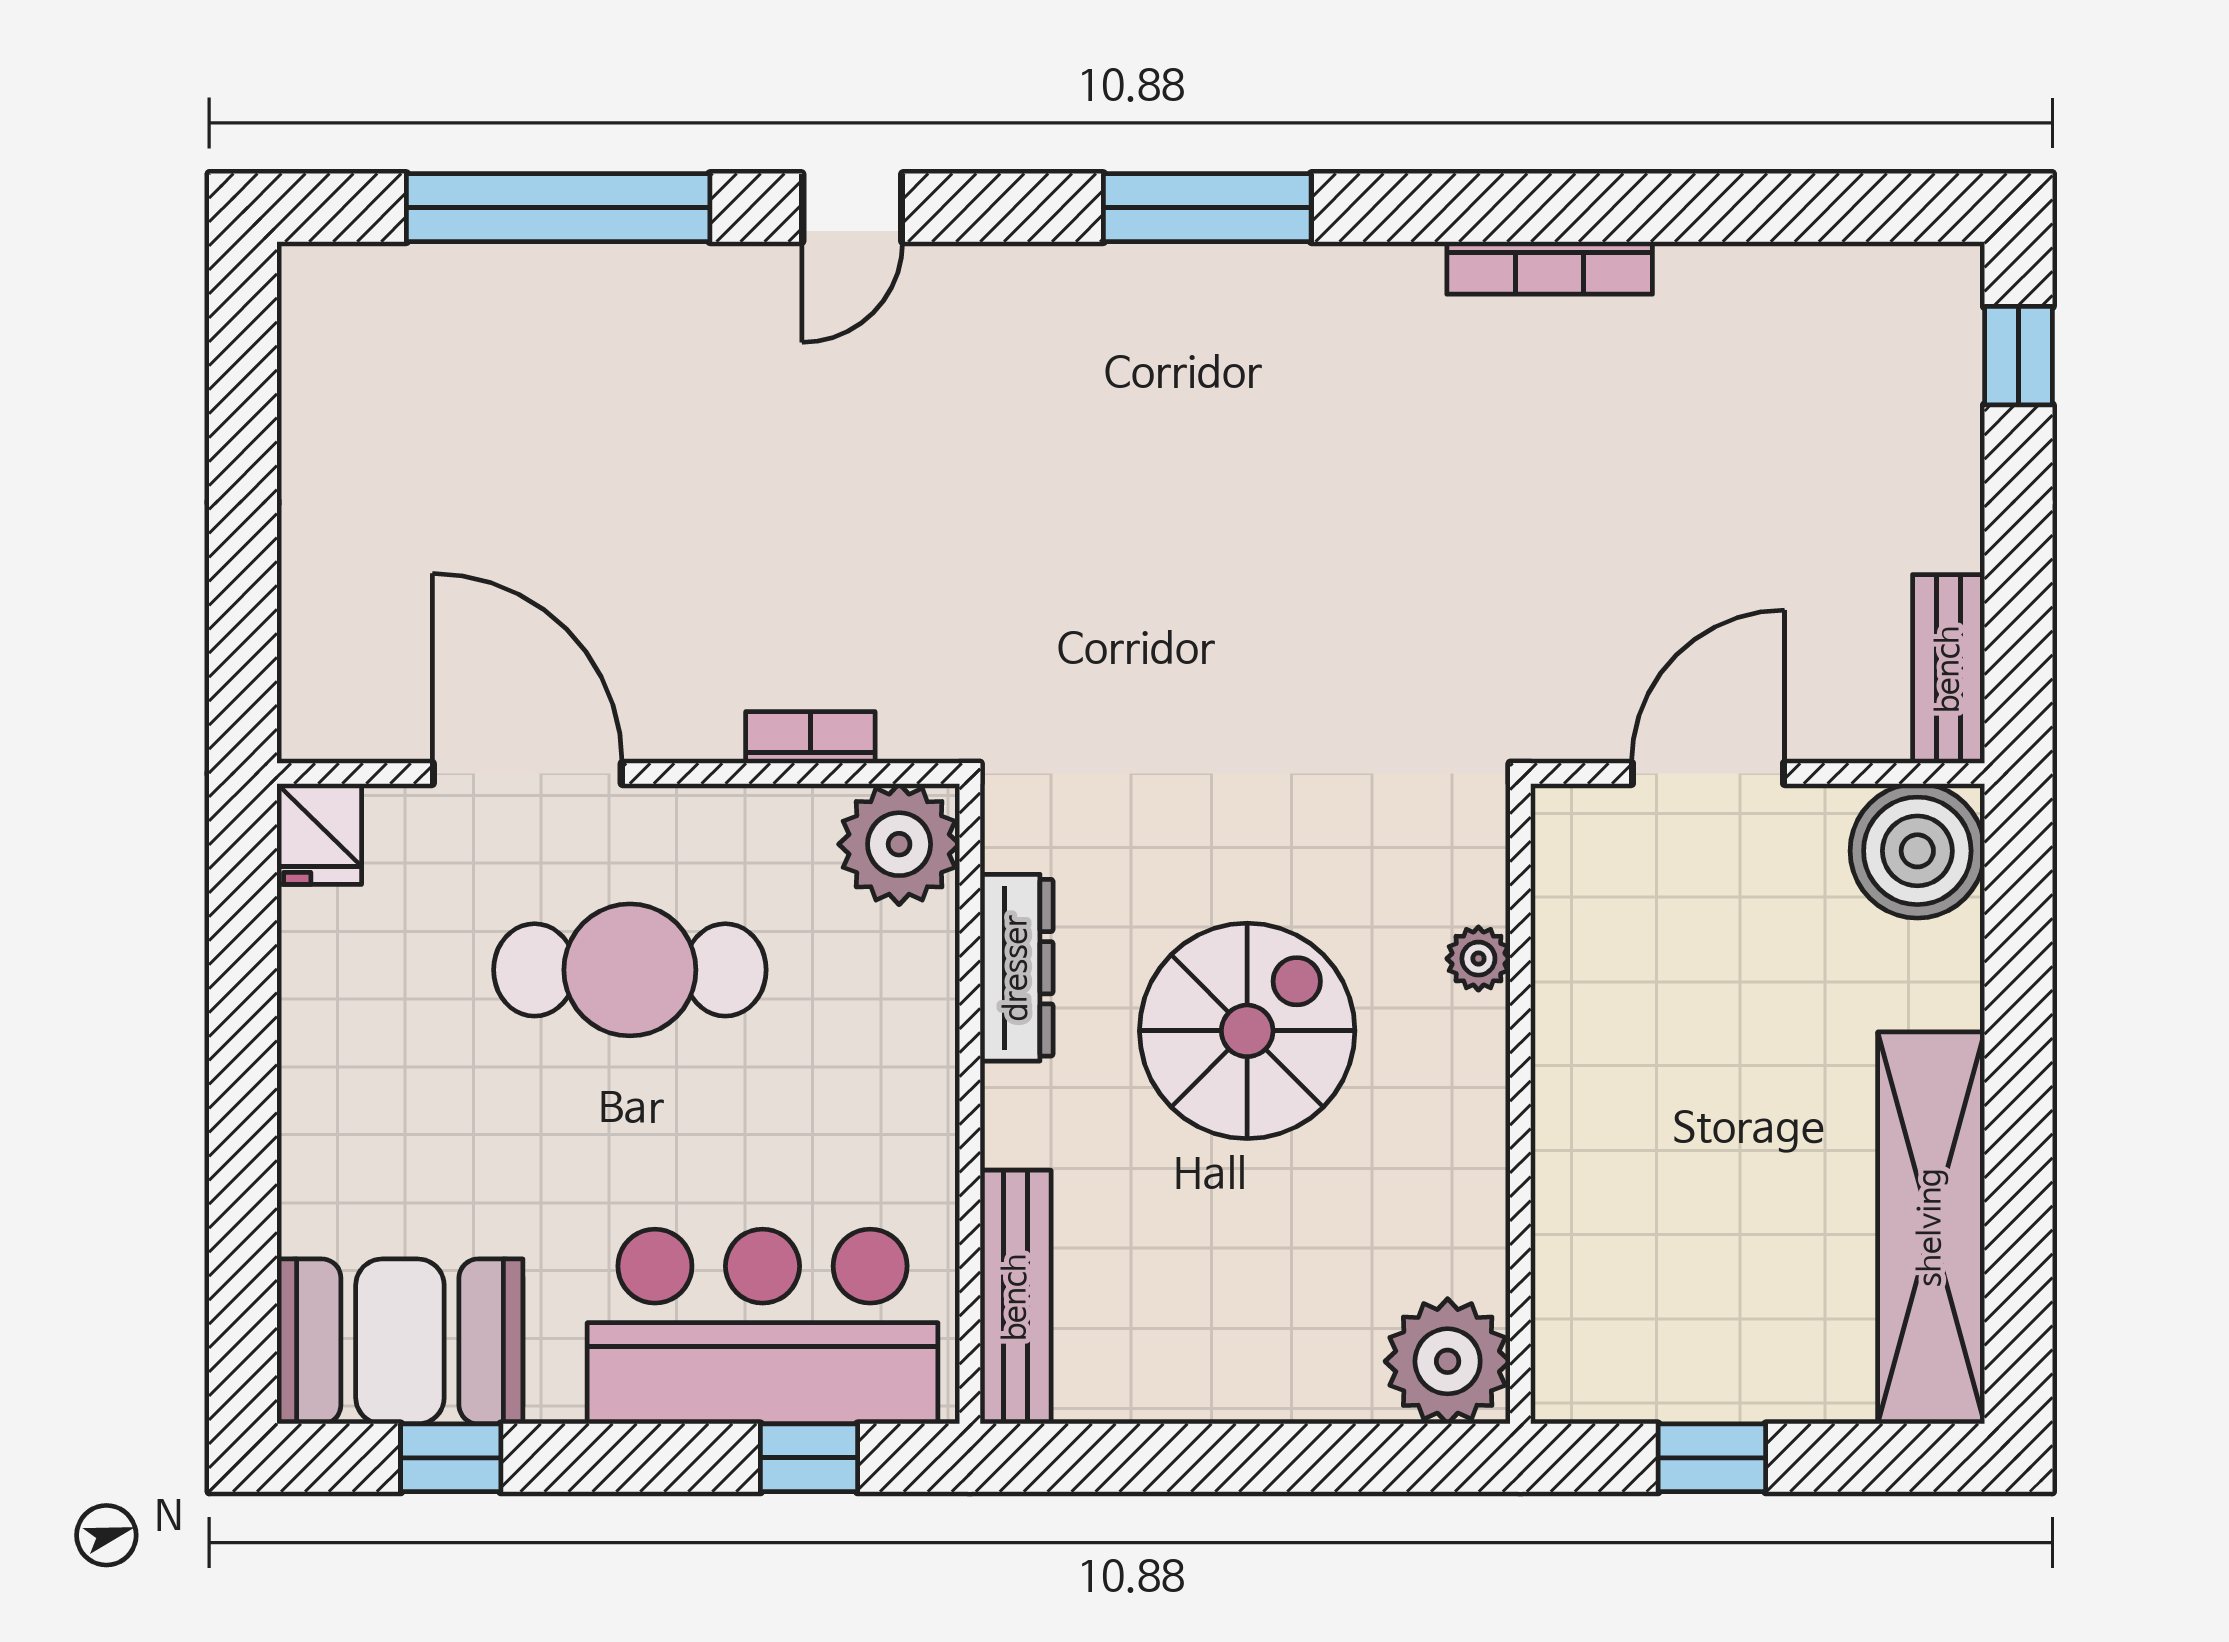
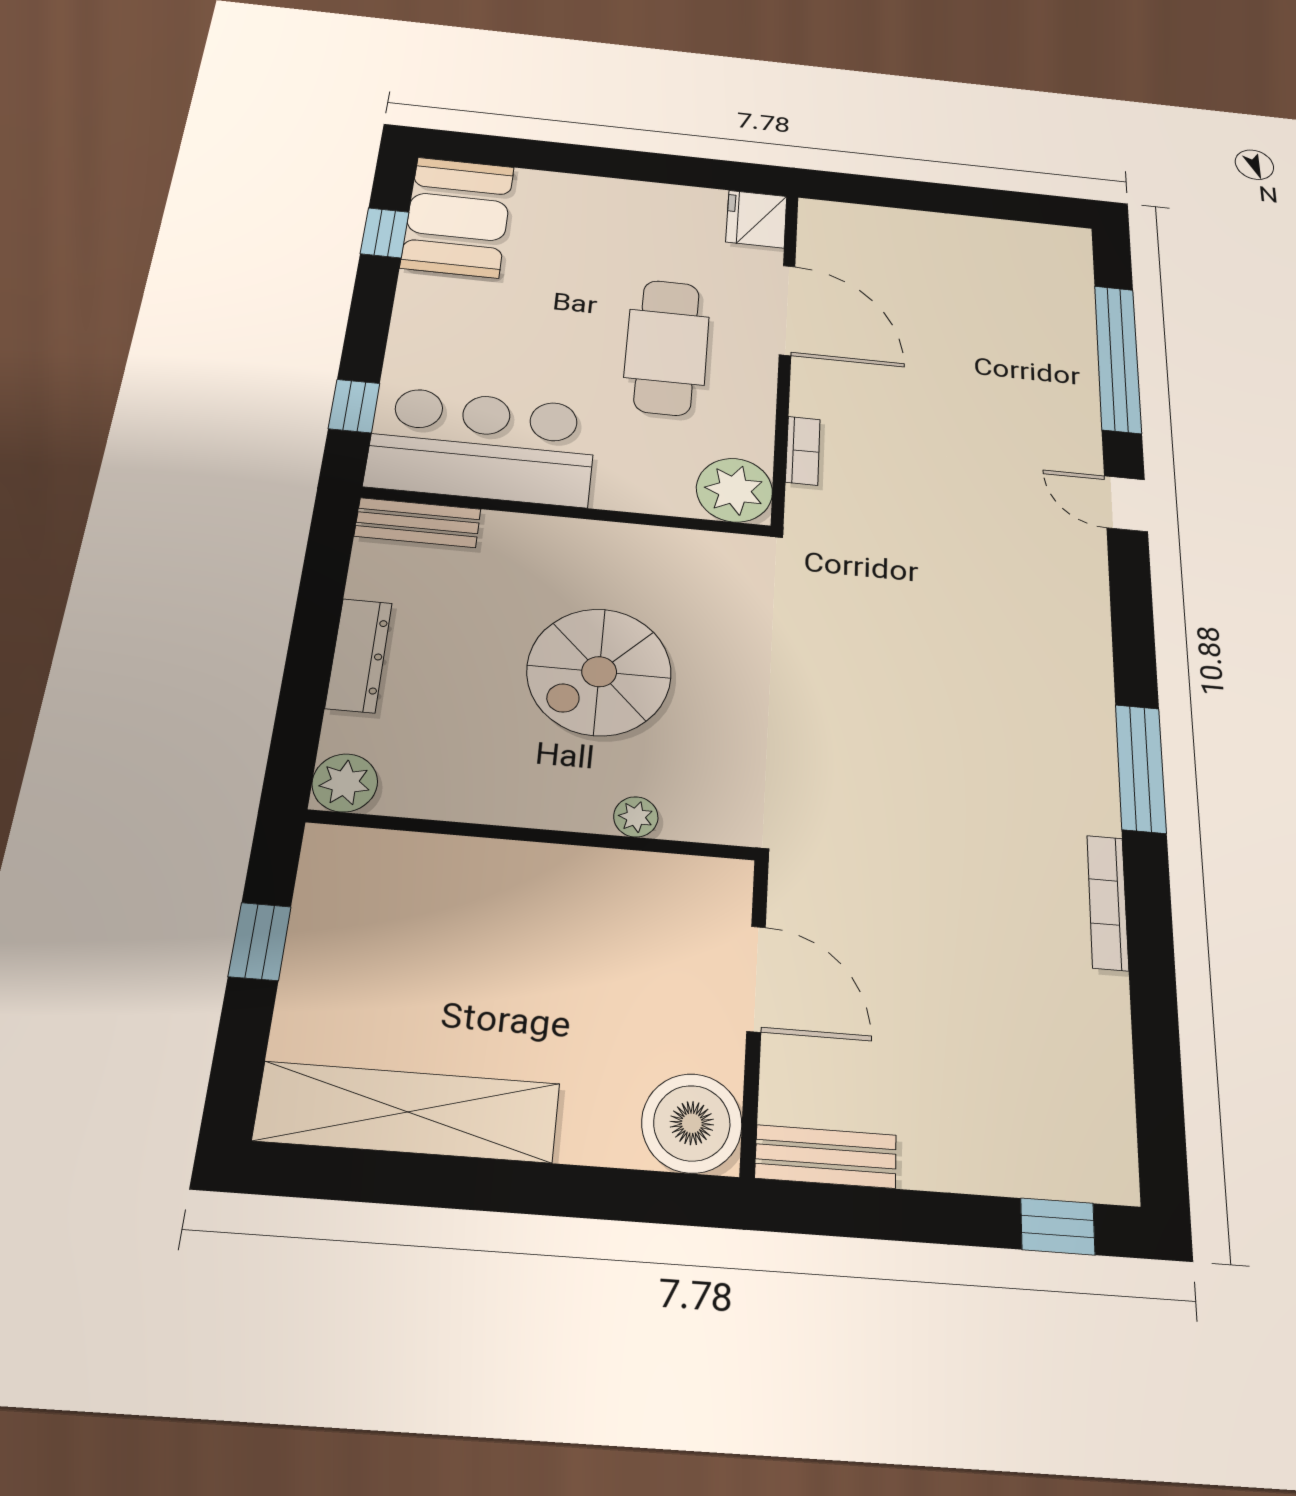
window: (1207, 208) -> (1141, 768), moved
door: (527, 773) -> (787, 310), hinge flipped
fridge: (319, 834) -> (756, 219), width x1.38
dresser: (1017, 968) -> (359, 655), moved, turned -90
spiral stairs: (1247, 1031) -> (599, 672), turned 90
bench: (1016, 1297) -> (418, 523), width x0.73
bar counter: (763, 1327) -> (482, 446), moved, turned -90
plant: (1448, 1361) -> (345, 783), width x0.73, depth x0.73

